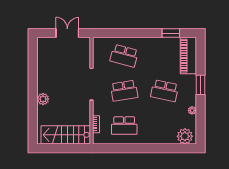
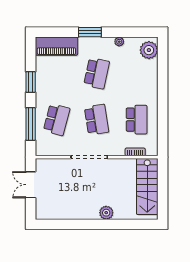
window: (120, 33) -> (31, 124), added
window: (171, 33) -> (31, 82), moved

